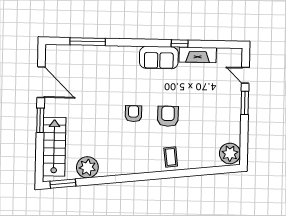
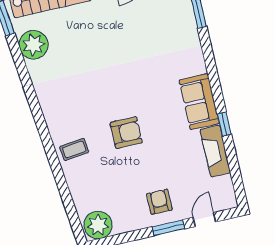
armchair: (133, 114) -> (159, 202), moved, turned -90

